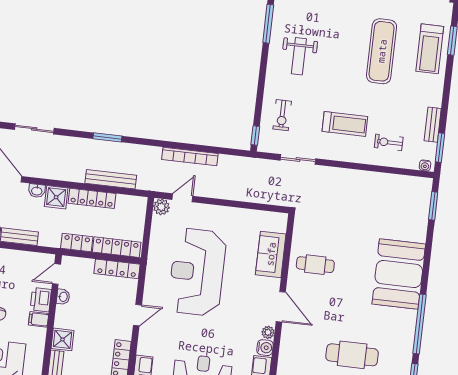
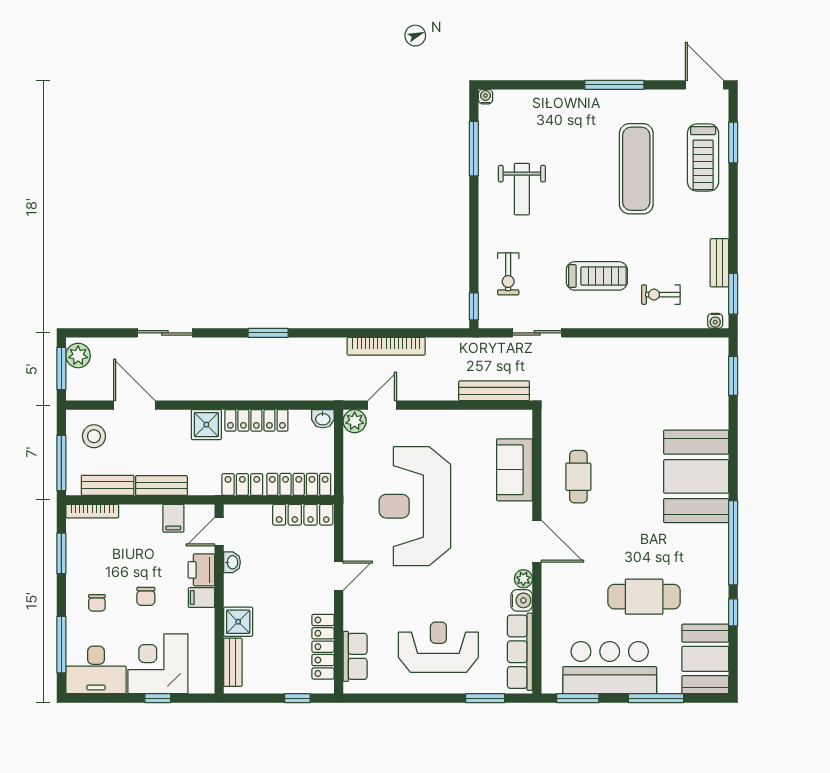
bench: (111, 179) -> (494, 391), moved
washbasin: (37, 191) -> (323, 419), moved
filing cabinet: (25, 261) -> (173, 518), added
cafe table: (315, 265) -> (578, 477), turned 90

